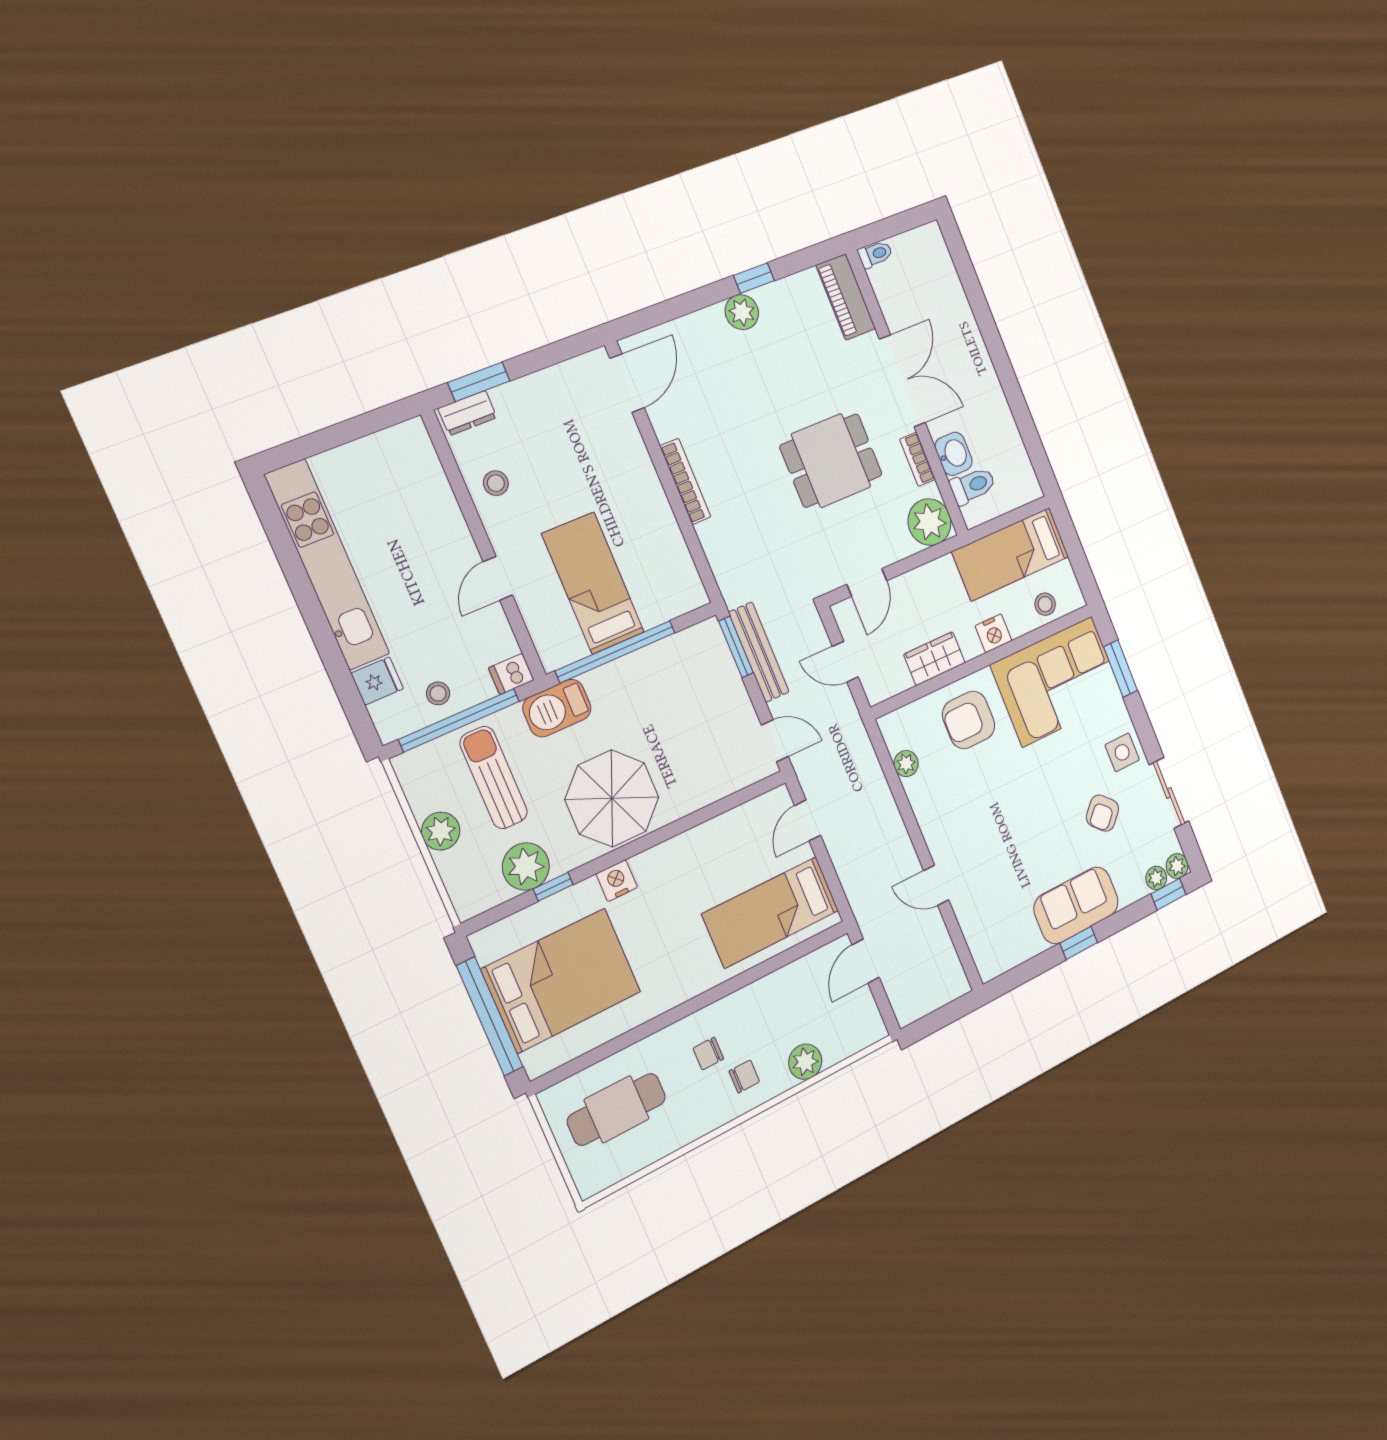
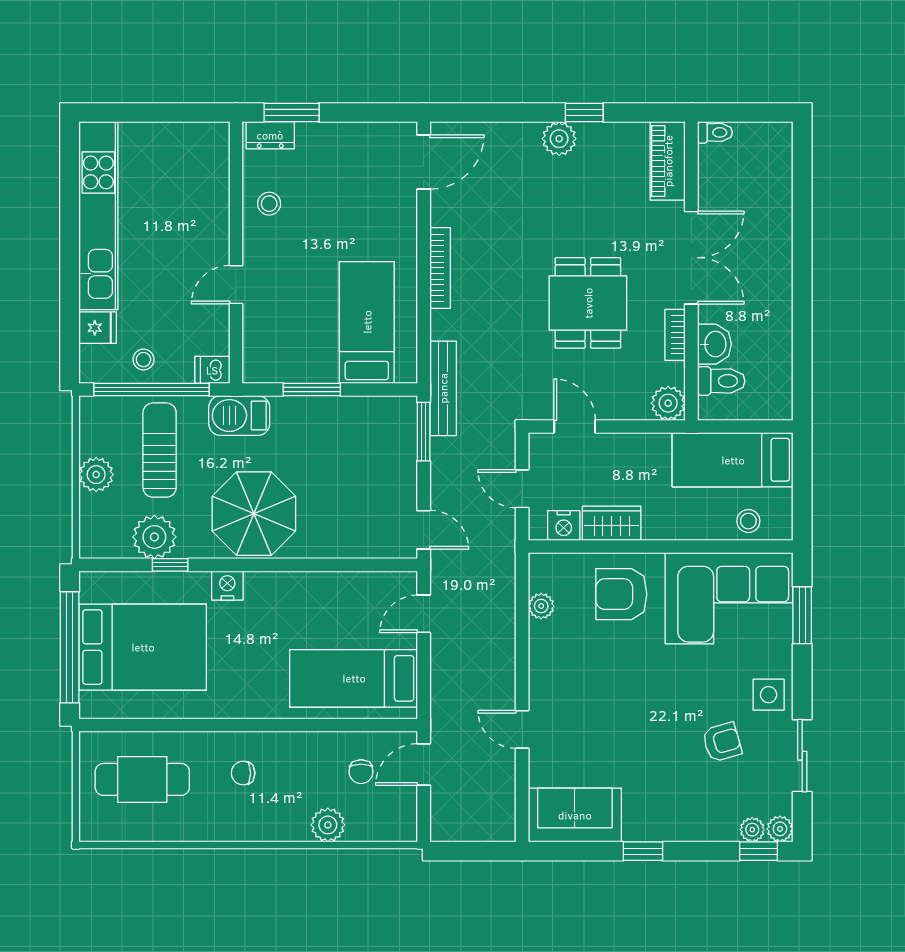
dining table: (831, 461) -> (588, 303), turned 90
plant: (930, 522) -> (668, 403), width x0.73, depth x0.73
door: (867, 582) -> (575, 426), swing flipped
bed: (593, 583) -> (367, 322), moved
nightstand: (993, 633) -> (564, 525), moved
window: (615, 652) -> (312, 389), width x0.47
bench: (759, 652) -> (443, 388), moved
armchair: (1102, 813) -> (722, 742), turned -150
sofa: (1076, 905) -> (575, 815), moved
chair: (744, 1076) -> (361, 772), moved, turned 90

